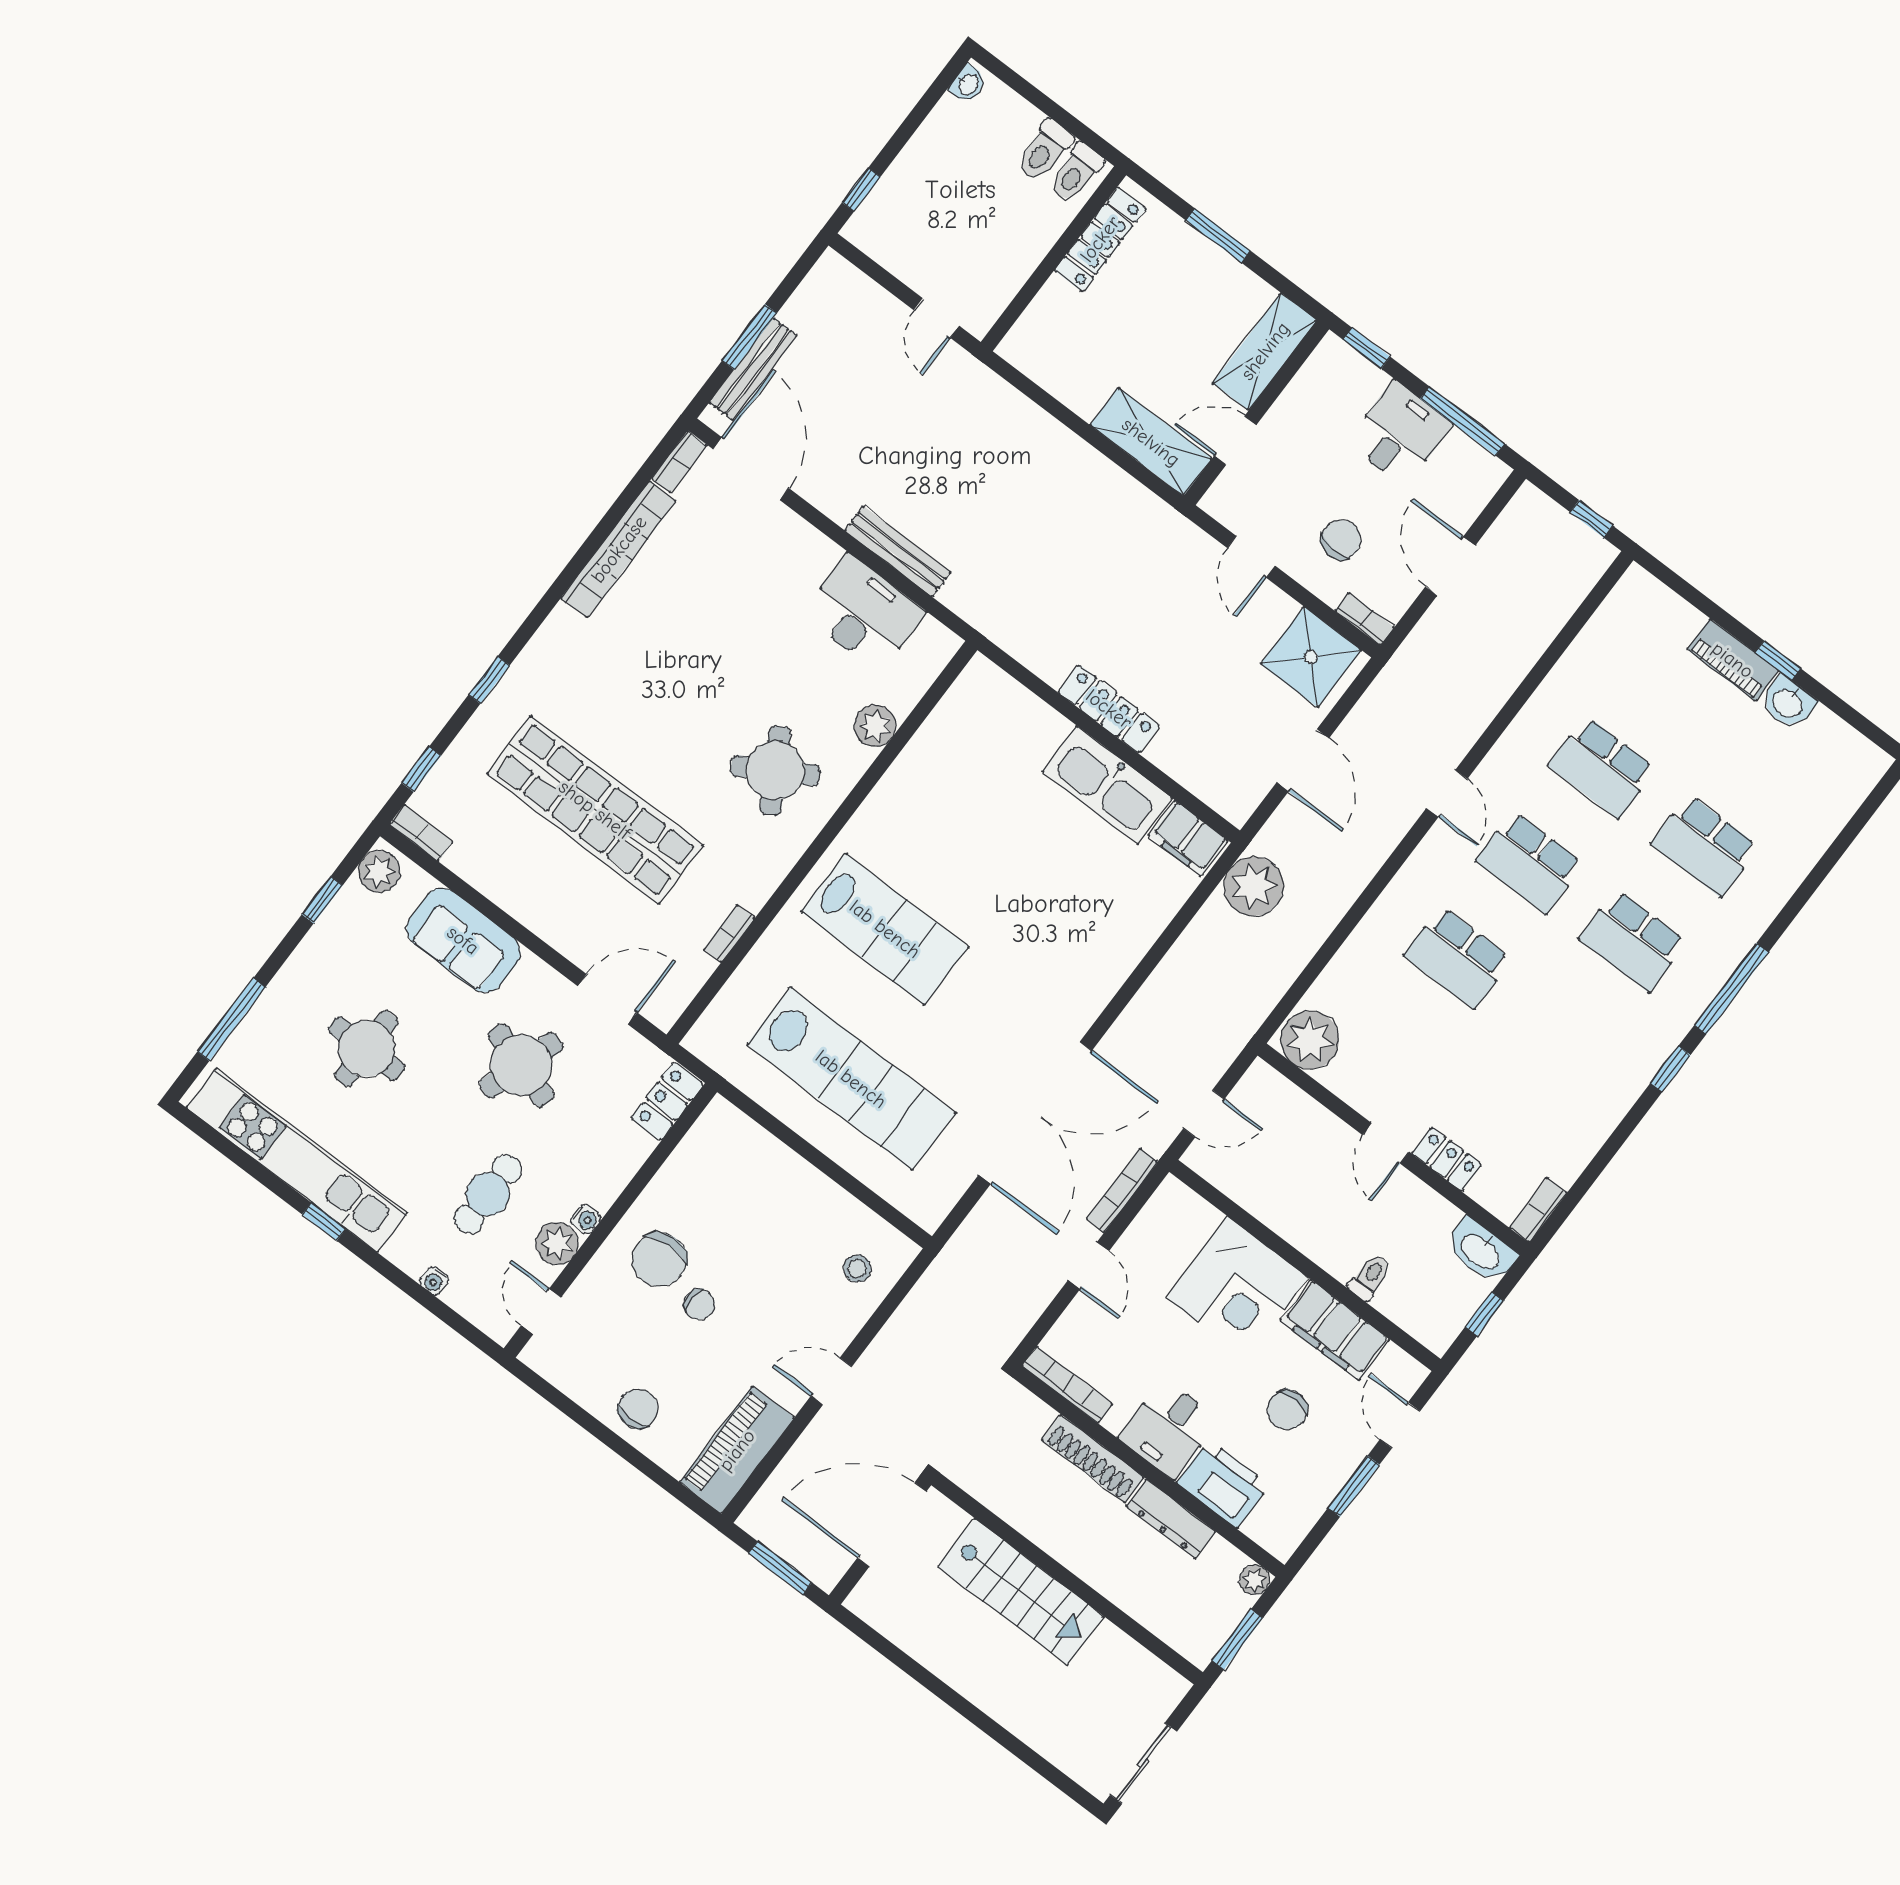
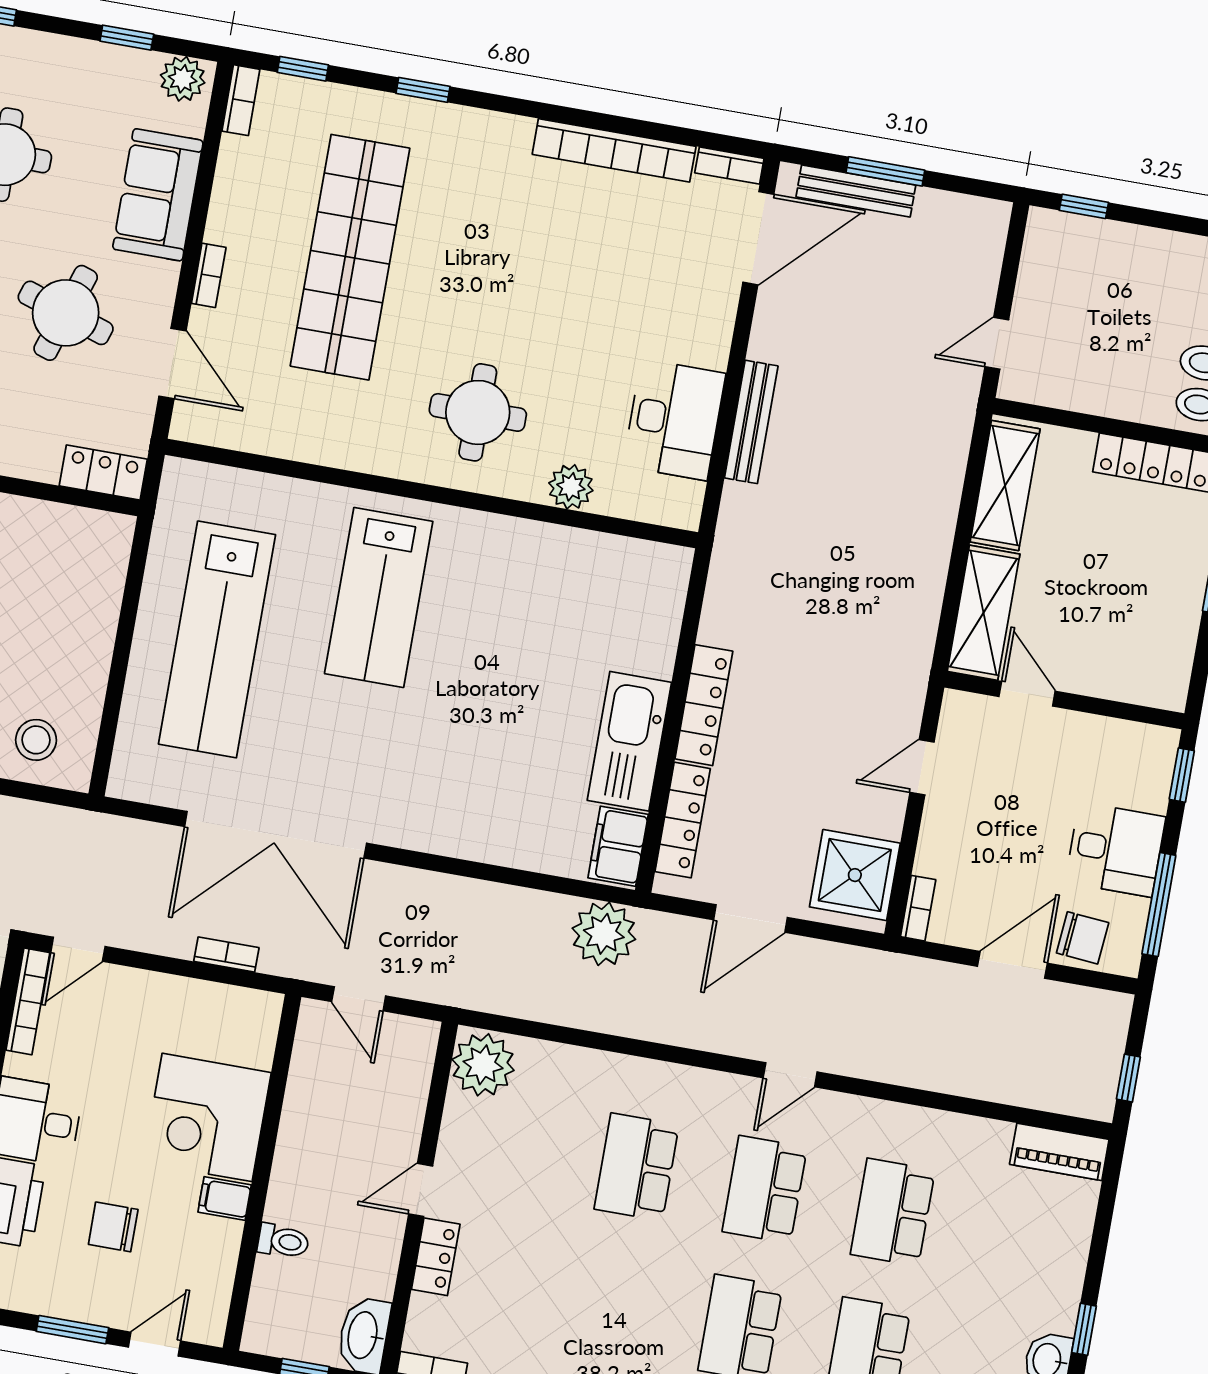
shelving: (1265, 351) -> (1005, 485), moved, turned 90
chair: (1341, 540) -> (1083, 938), moved
piano: (1733, 660) -> (1059, 1152), moved, turned -90
round table: (775, 771) -> (478, 412), turned 30
locker: (1194, 774) -> (683, 820), added
bookcase: (729, 934) -> (209, 275), moved, turned 90
bookcase: (1122, 1190) -> (226, 955), width x0.64
door: (1089, 1266) -> (78, 949), moved
stool: (857, 1268) -> (36, 740), width x1.37, depth x1.37
filing cabinet: (1335, 1330) -> (225, 1199), width x0.33, depth x0.86

